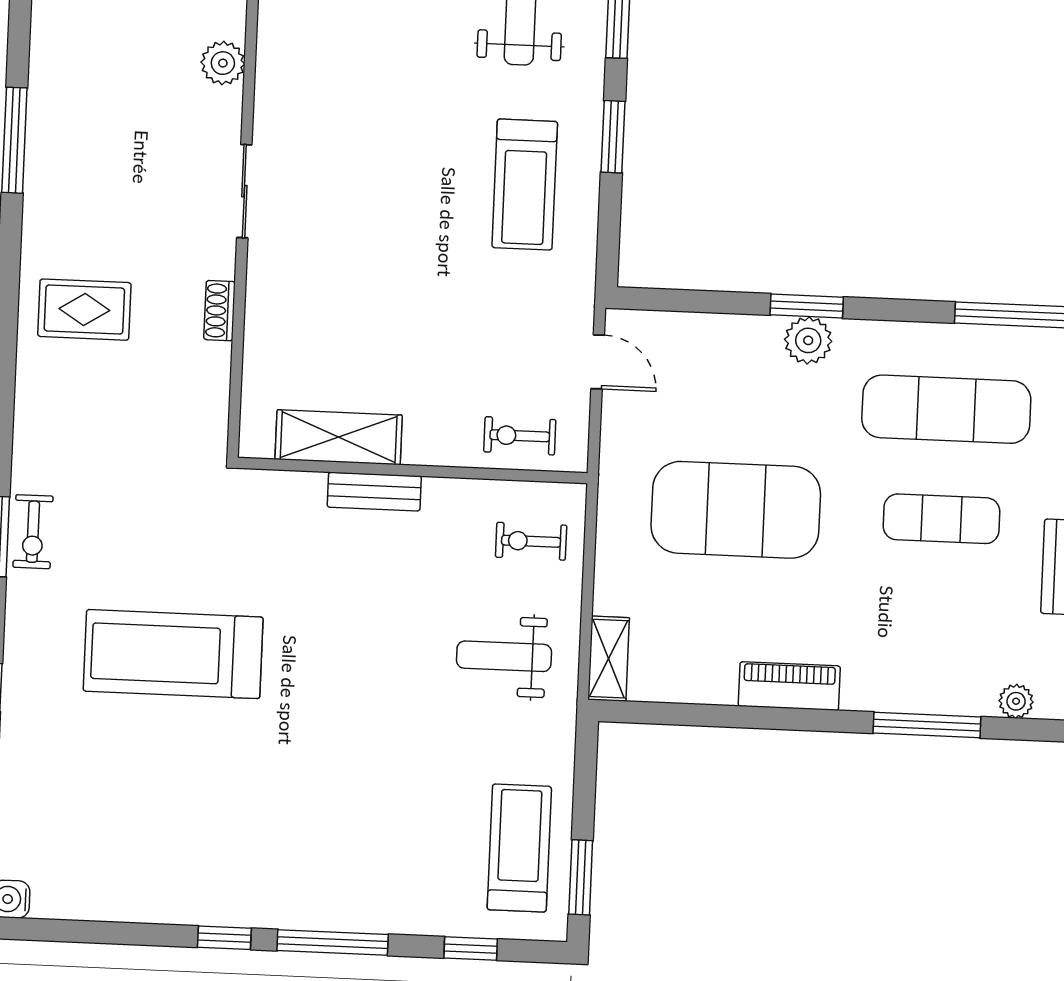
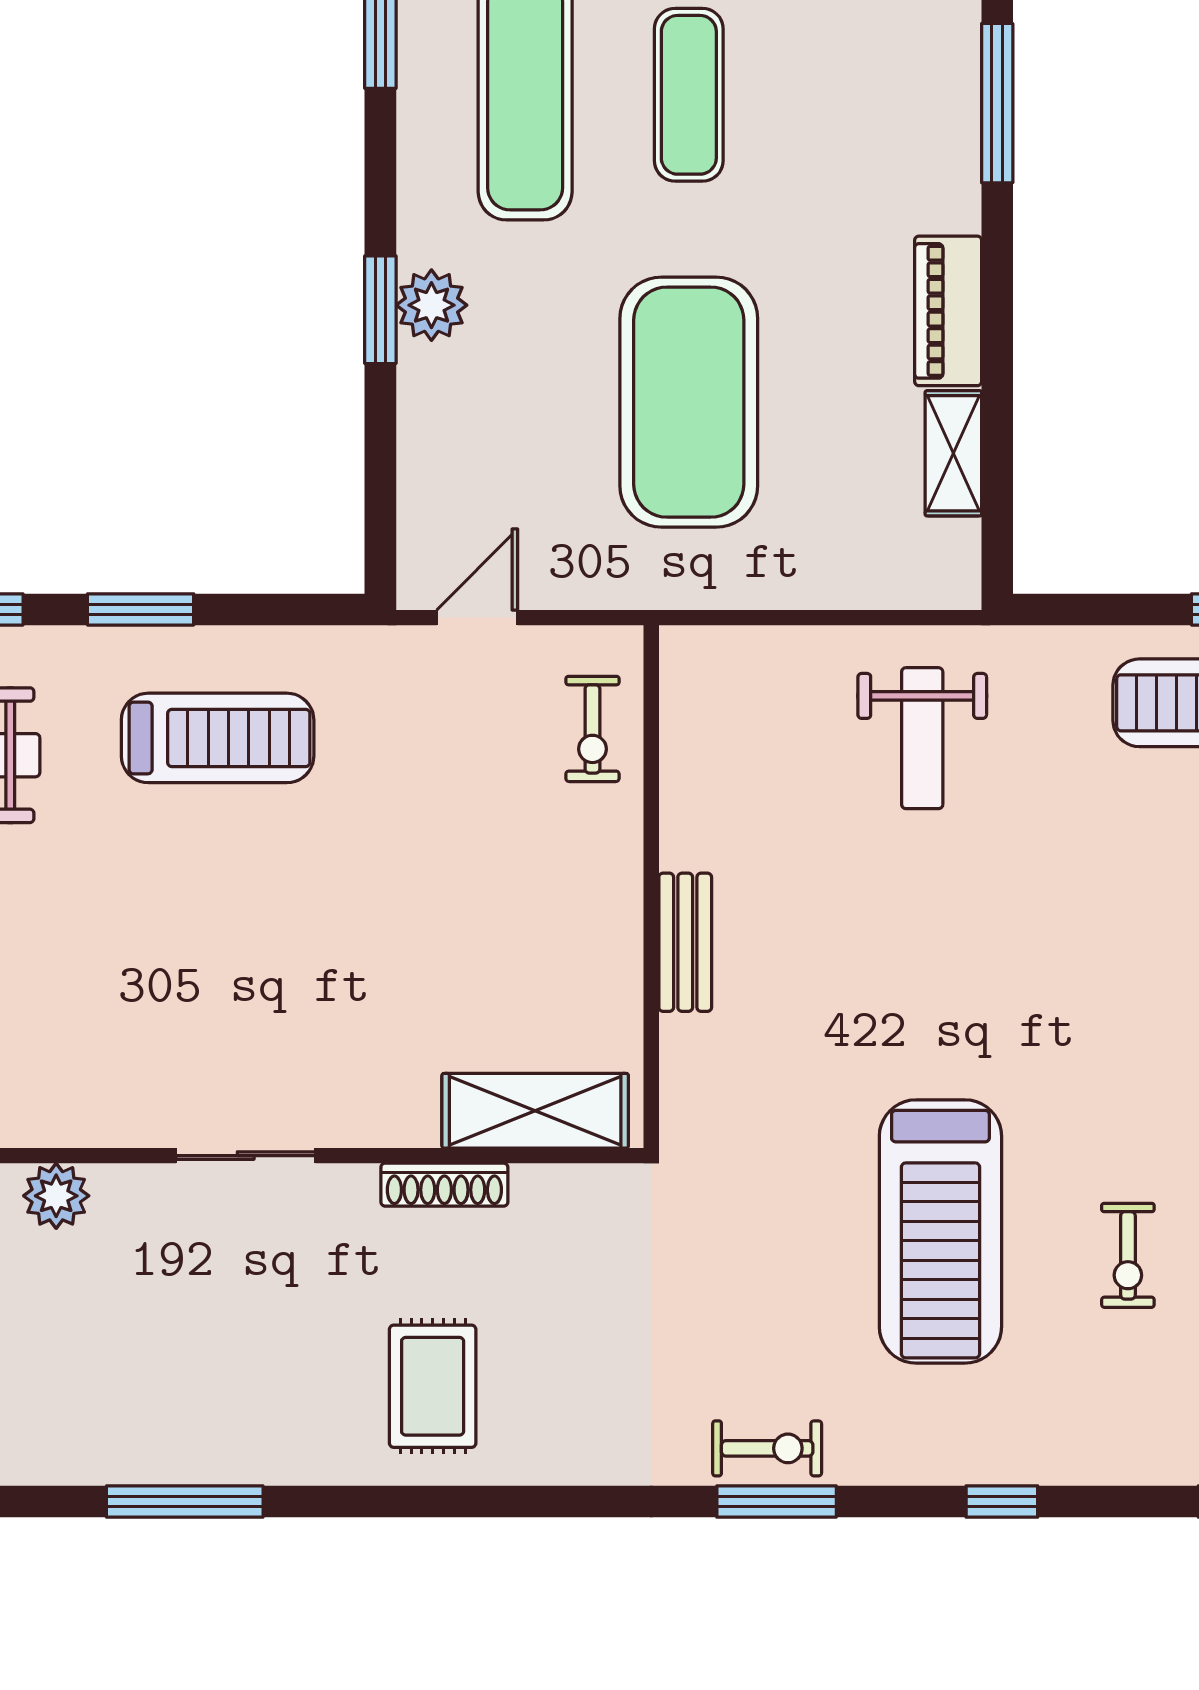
shoe rack: (220, 311) -> (444, 1185), width x1.43
shelving: (339, 437) -> (535, 1111), moved, turned 90
exercise bike: (531, 541) -> (1128, 1255), moved
shelving: (609, 659) -> (953, 453), moved, turned 90

